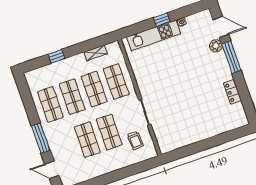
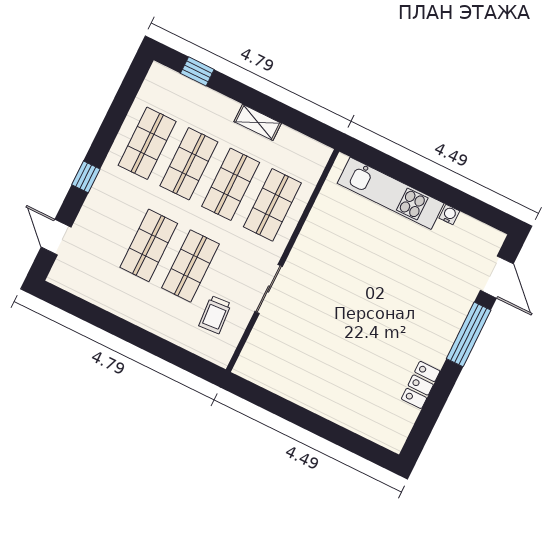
window: (162, 20) -> (424, 183), removed
plant: (216, 46) -> (463, 297), removed
shelving: (96, 53) -> (258, 122), moved
window: (56, 56) -> (197, 71), moved
window: (41, 138) -> (86, 177), width x0.46

